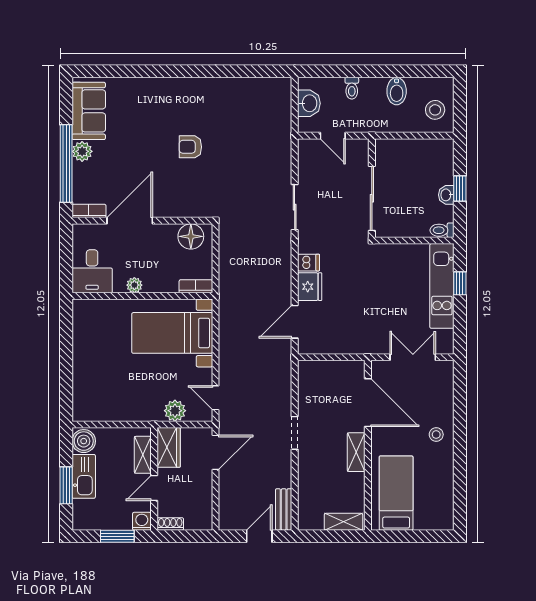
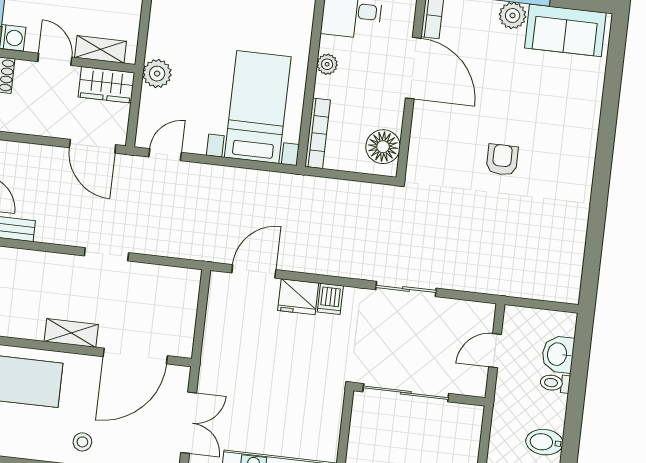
washbasin: (309, 103) -> (558, 354), moved, turned 90
bookcase: (196, 286) -> (318, 133), width x1.56
door: (295, 322) -> (254, 271), hinge flipped
plant: (175, 411) -> (157, 74), moved

